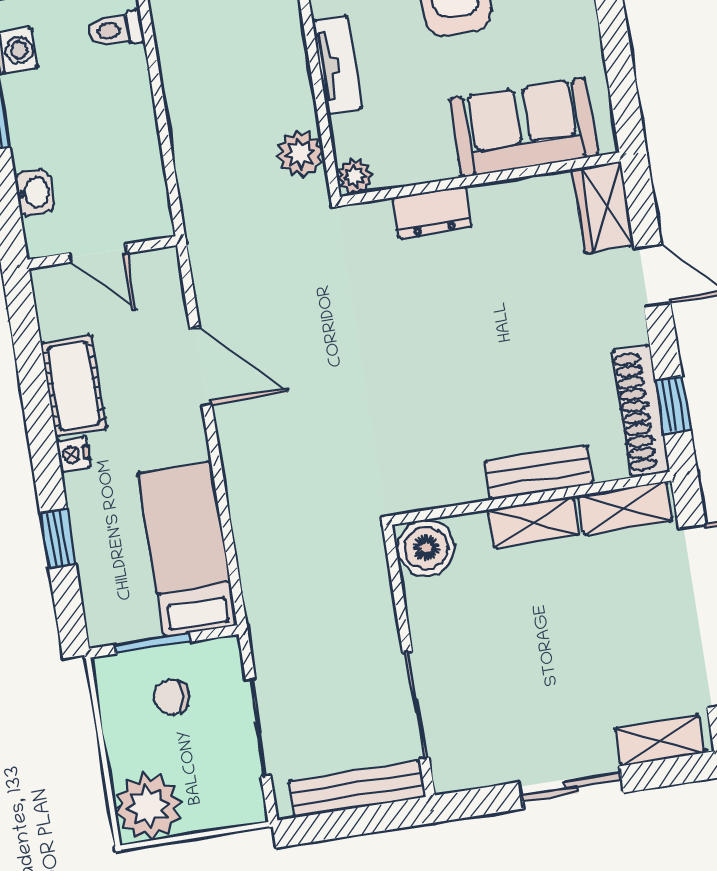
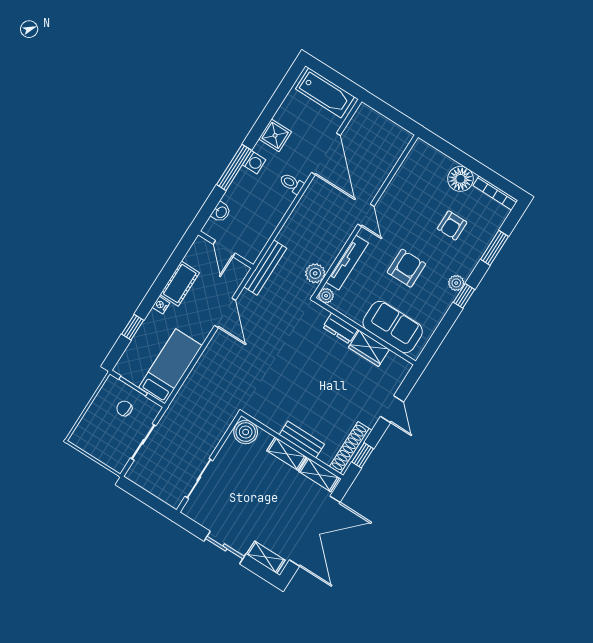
tv unit: (337, 65) -> (347, 263), width x1.41
wardrobe: (603, 207) -> (369, 348), moved, turned -90
bench: (357, 789) -> (265, 268), moved, turned 90
plant: (148, 807) -> (87, 436), removed

